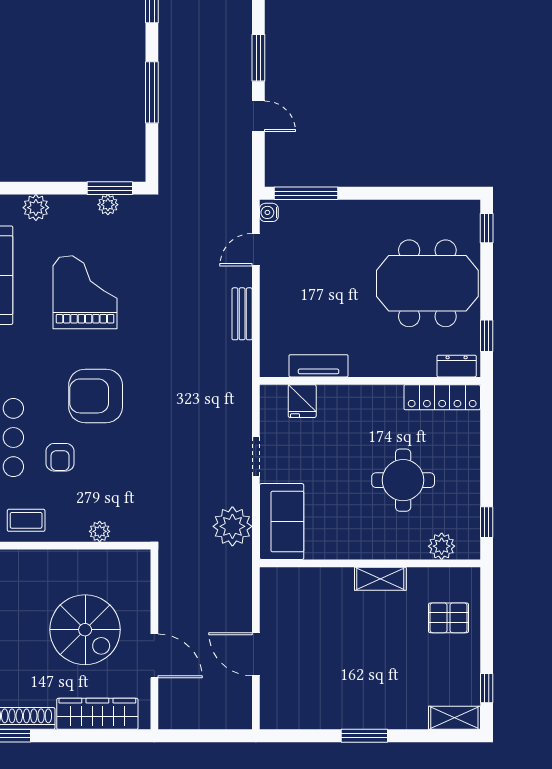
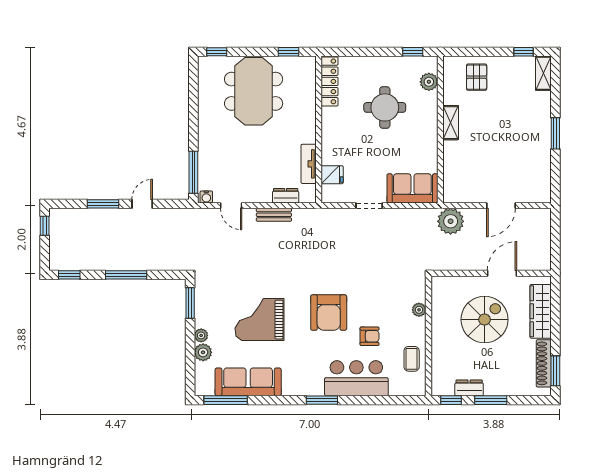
plant: (108, 205) -> (201, 335), moved
dresser: (457, 366) -> (286, 196), moved, turned 90
plant: (232, 526) -> (451, 221), moved

